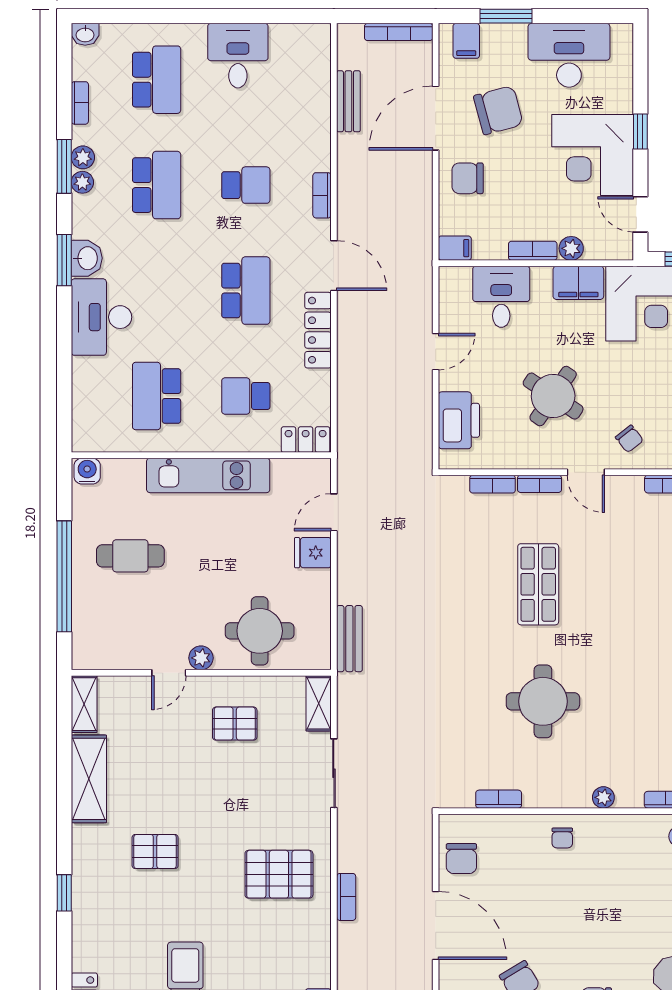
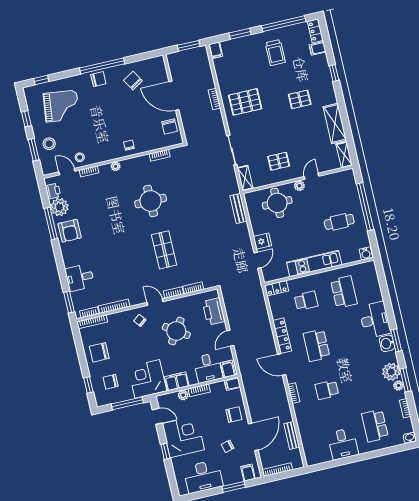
chair: (498, 110) -> (228, 446), width x0.54, depth x0.54
plant: (82, 182) -> (391, 372), width x1.88, depth x1.88
school desk: (157, 185) -> (365, 381), removed
filing cabinet: (457, 284) -> (228, 369), added
chair: (461, 859) -> (170, 127), turned 180
filing cabinet: (88, 956) -> (318, 48), added

